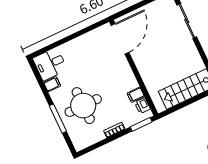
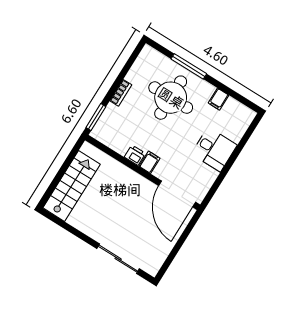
desk: (50, 64) -> (214, 149), moved, turned 90
filing cabinet: (136, 95) -> (149, 162), moved
printer: (142, 106) -> (135, 155), moved

